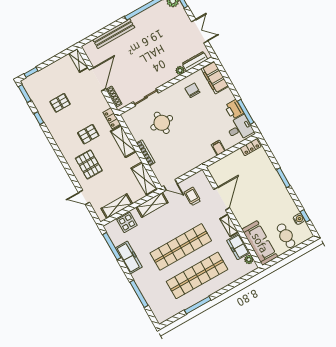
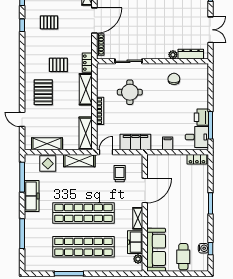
filing cabinet: (215, 78) -> (135, 142), moved, turned 90
door: (171, 185) -> (106, 152), swing flipped

